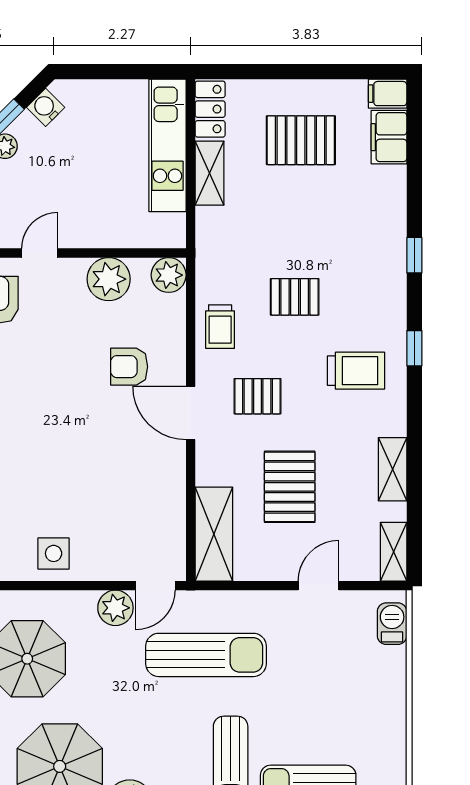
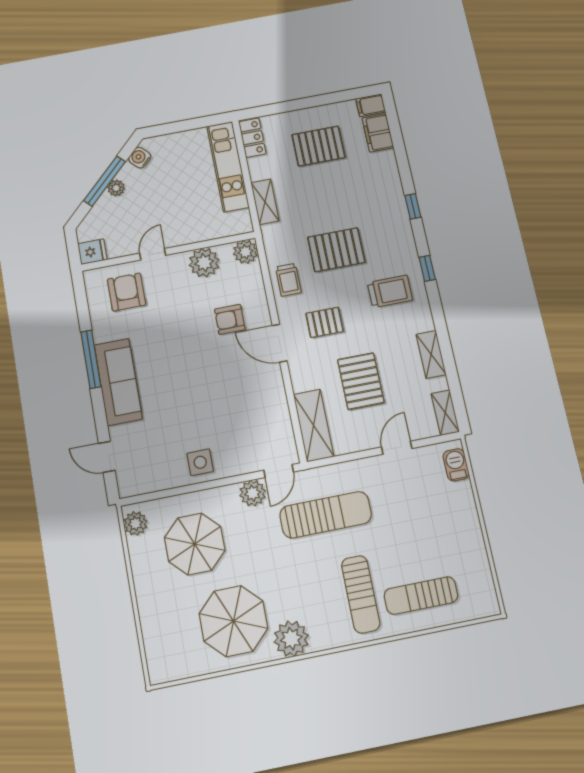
shelving: (210, 173) -> (265, 202), moved
pallet: (295, 297) -> (336, 250), width x1.50, depth x1.42

